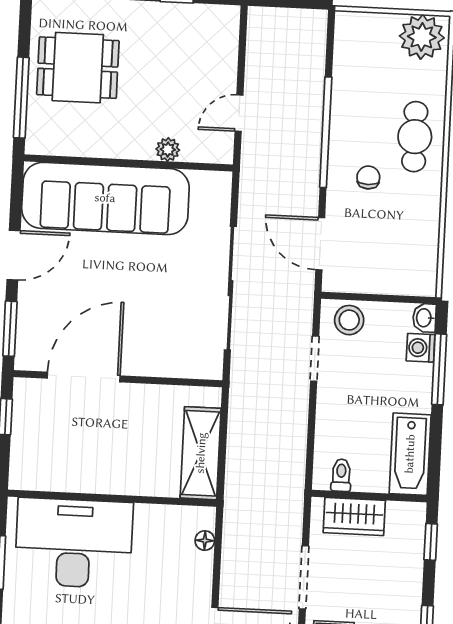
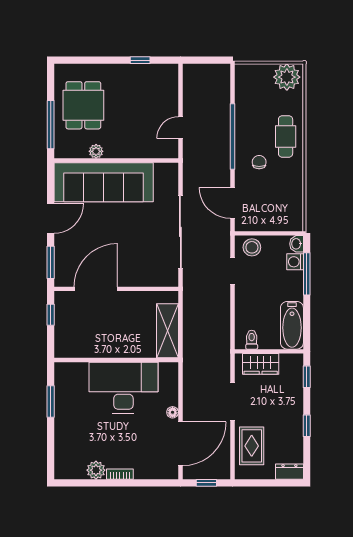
dining table: (78, 68) -> (83, 105), turned 90
plant: (168, 150) -> (96, 151), moved
floor lamp: (205, 541) -> (173, 412), moved
desk: (74, 543) -> (123, 388), moved

